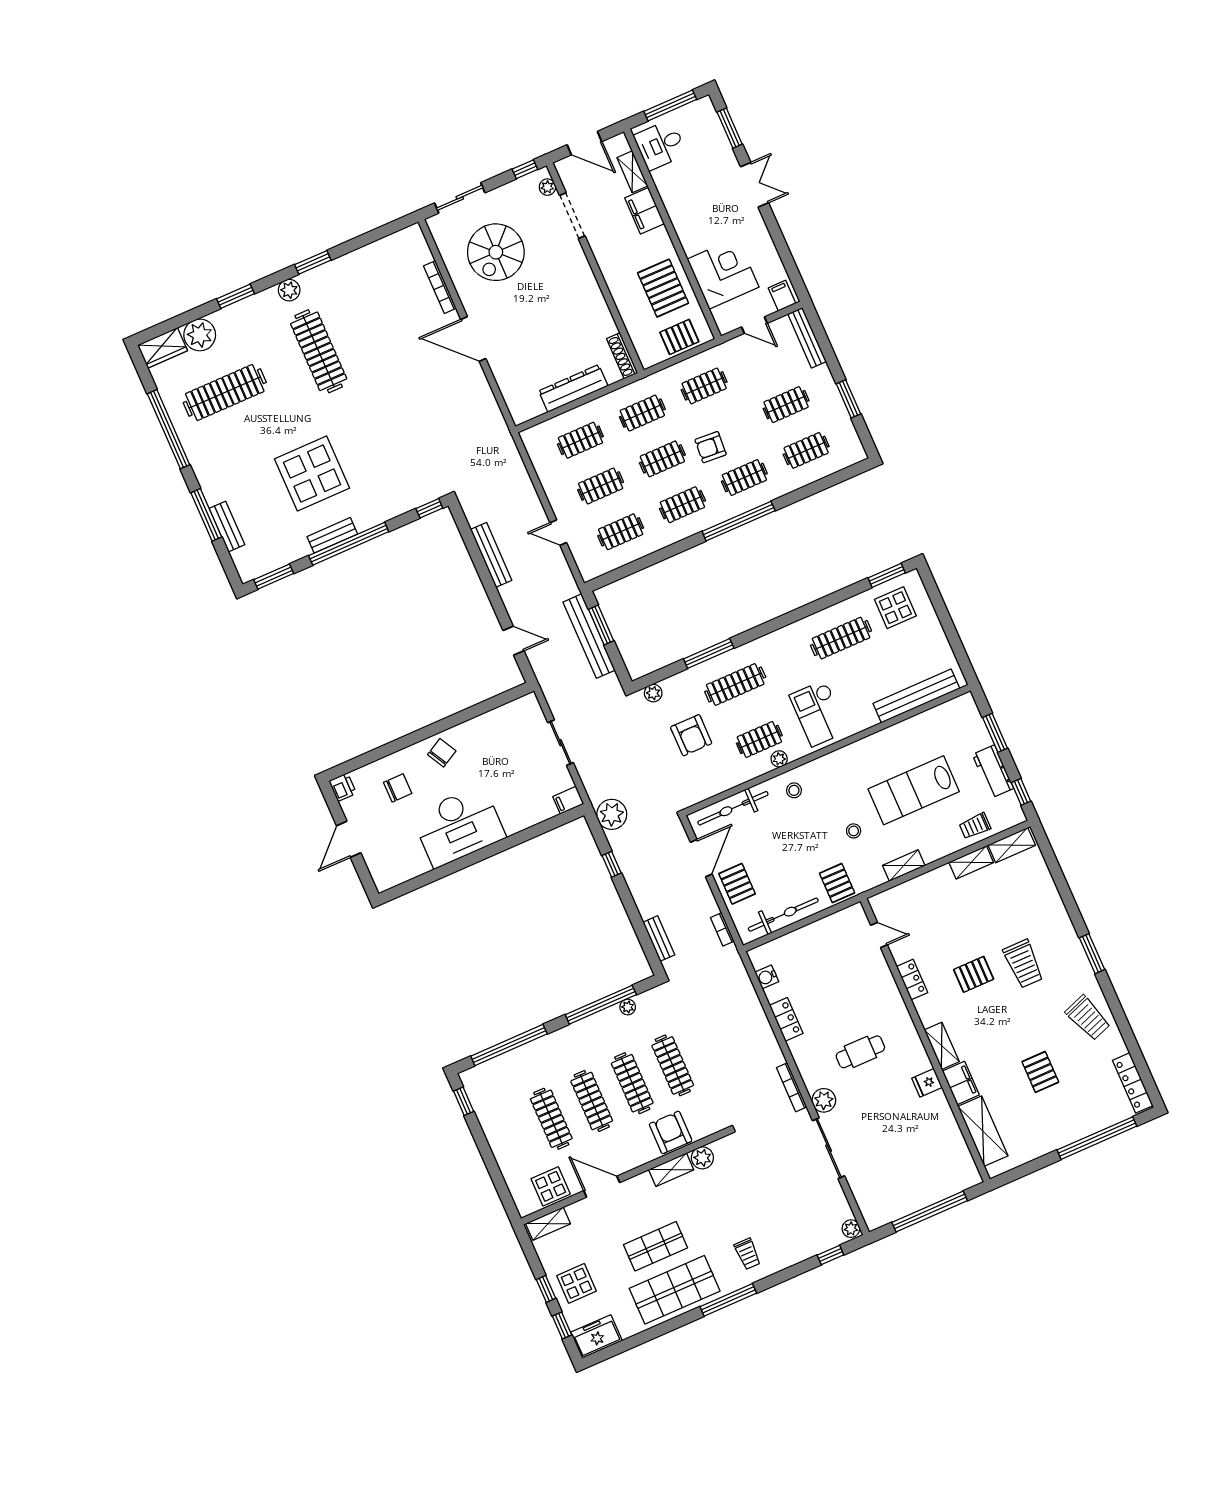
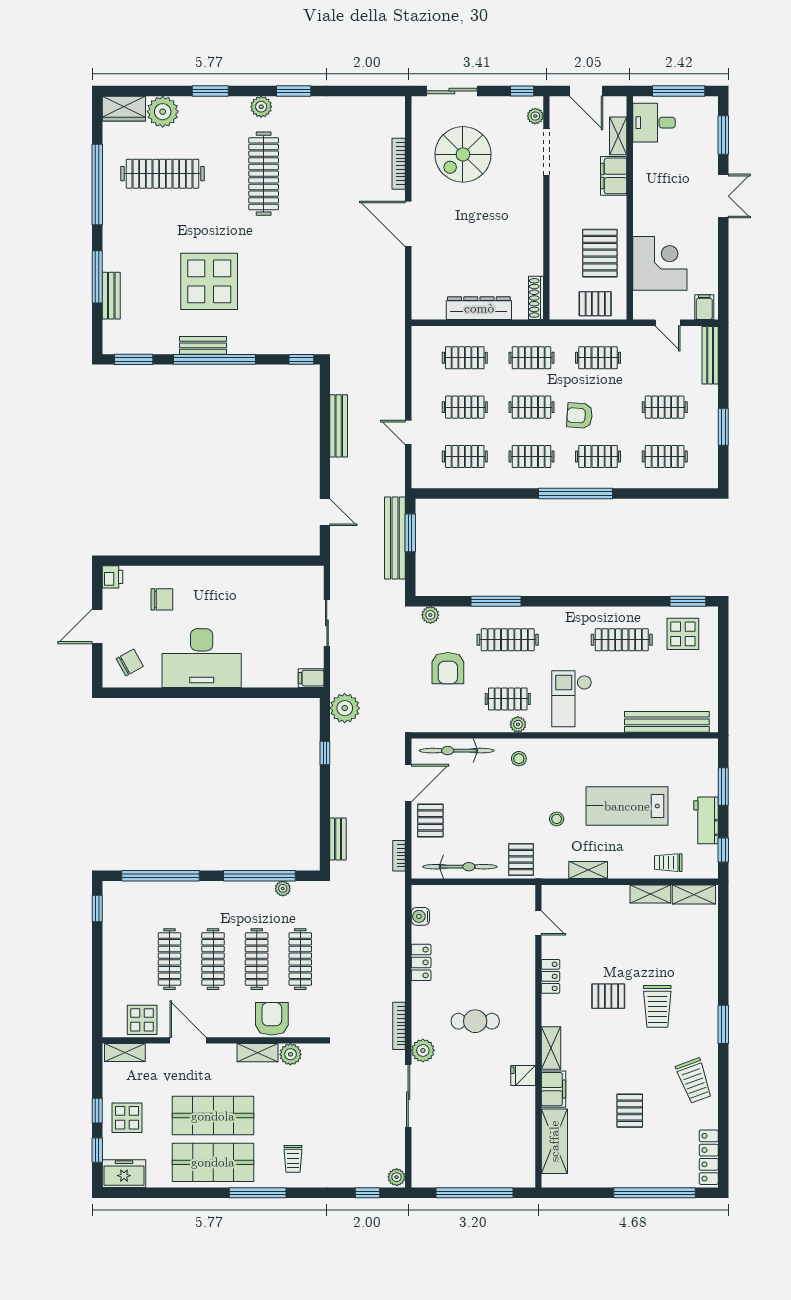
chair: (442, 753) -> (130, 662), moved
shop shelf: (656, 1246) -> (213, 1116), width x1.43, depth x1.36

